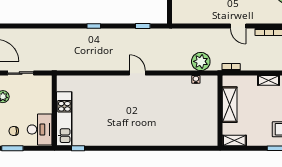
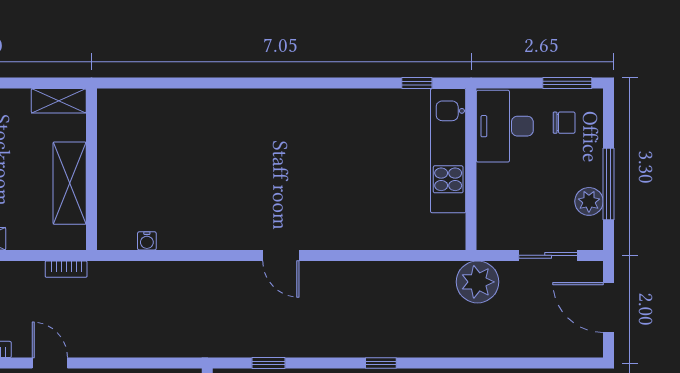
plant: (201, 61) -> (478, 282), moved

